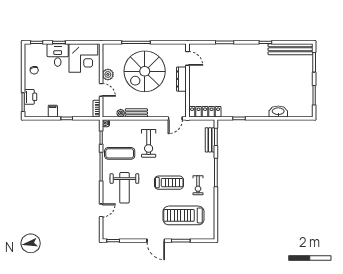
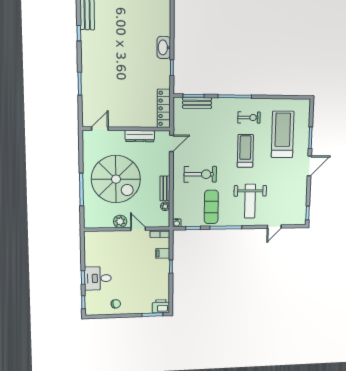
corner desk: (83, 58) -> (101, 250), removed
dresser: (181, 79) -> (140, 136), moved
door: (101, 90) -> (138, 229), hinge flipped
printer: (30, 97) -> (161, 306), moved
filing cabinet: (53, 111) -> (163, 253), moved
washbasin: (278, 112) -> (164, 47), moved
door: (175, 118) -> (172, 143), hinge flipped
weight bench: (124, 188) -> (250, 201), turned 90
door: (101, 210) -> (274, 227), swing flipped
treadmill: (184, 215) -> (283, 134), turned 180

